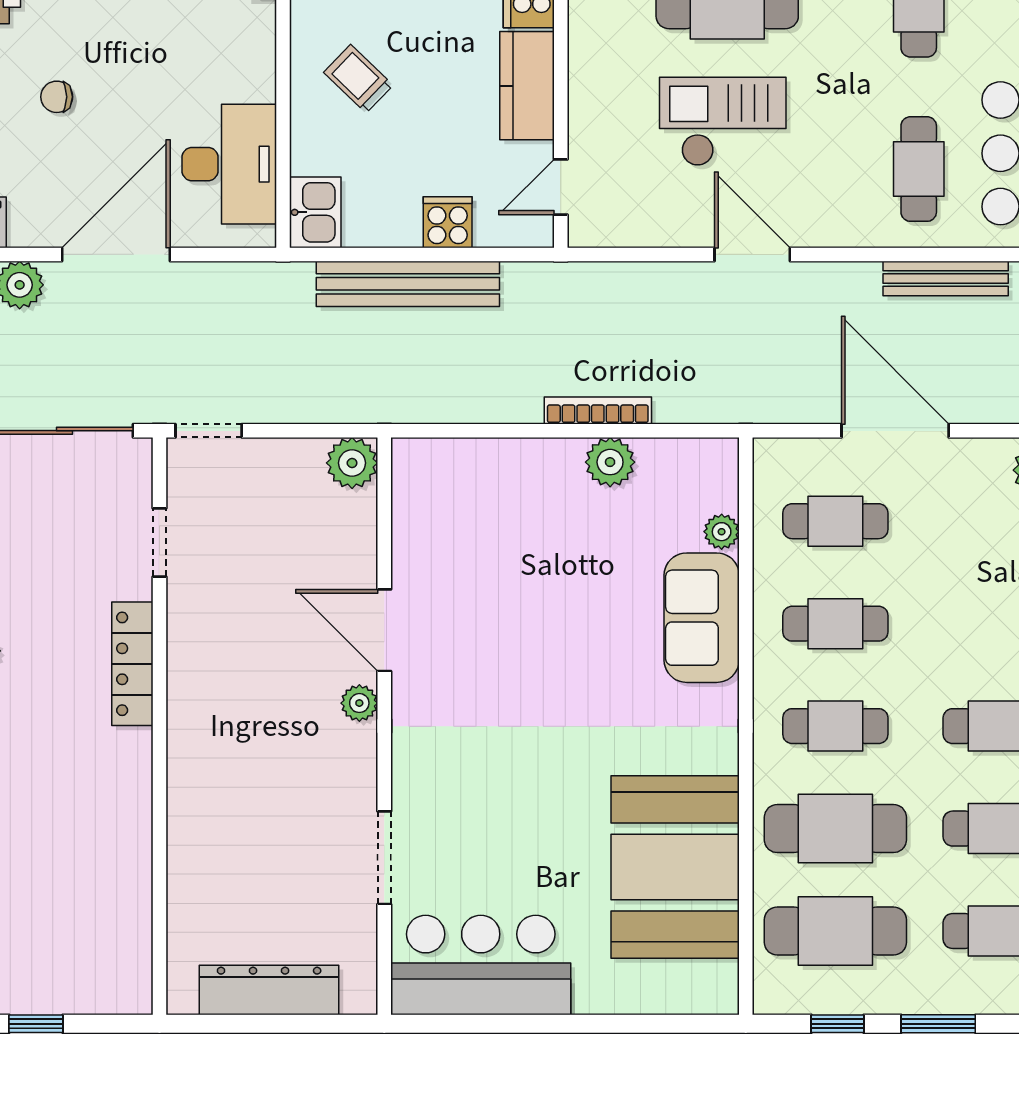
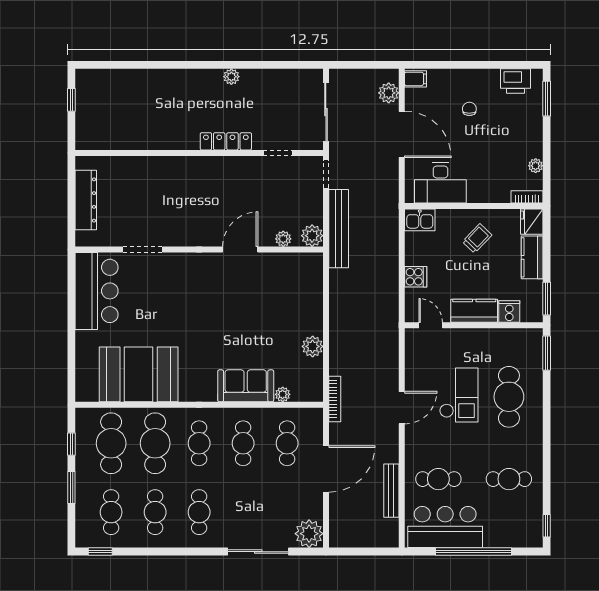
bench: (408, 284) -> (339, 229), moved
bookcase: (598, 410) -> (335, 399), moved
plant: (359, 703) -> (283, 239), moved

